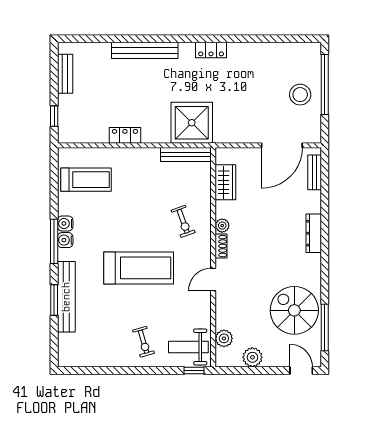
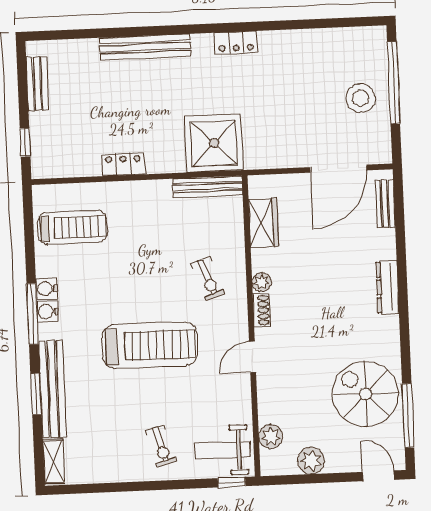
shelving: (65, 350) -> (54, 462), added

